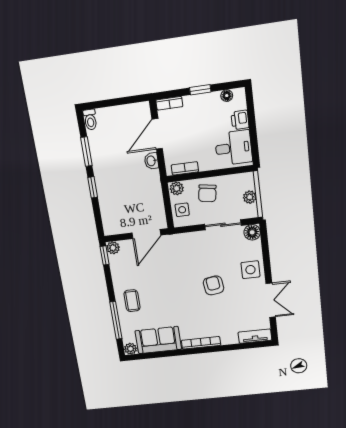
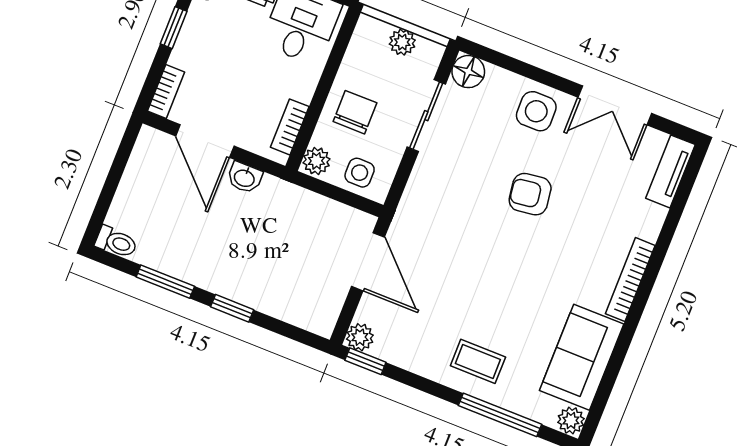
chair: (207, 193) -> (355, 112), turned -99
double door: (271, 300) -> (615, 105), swing flipped

